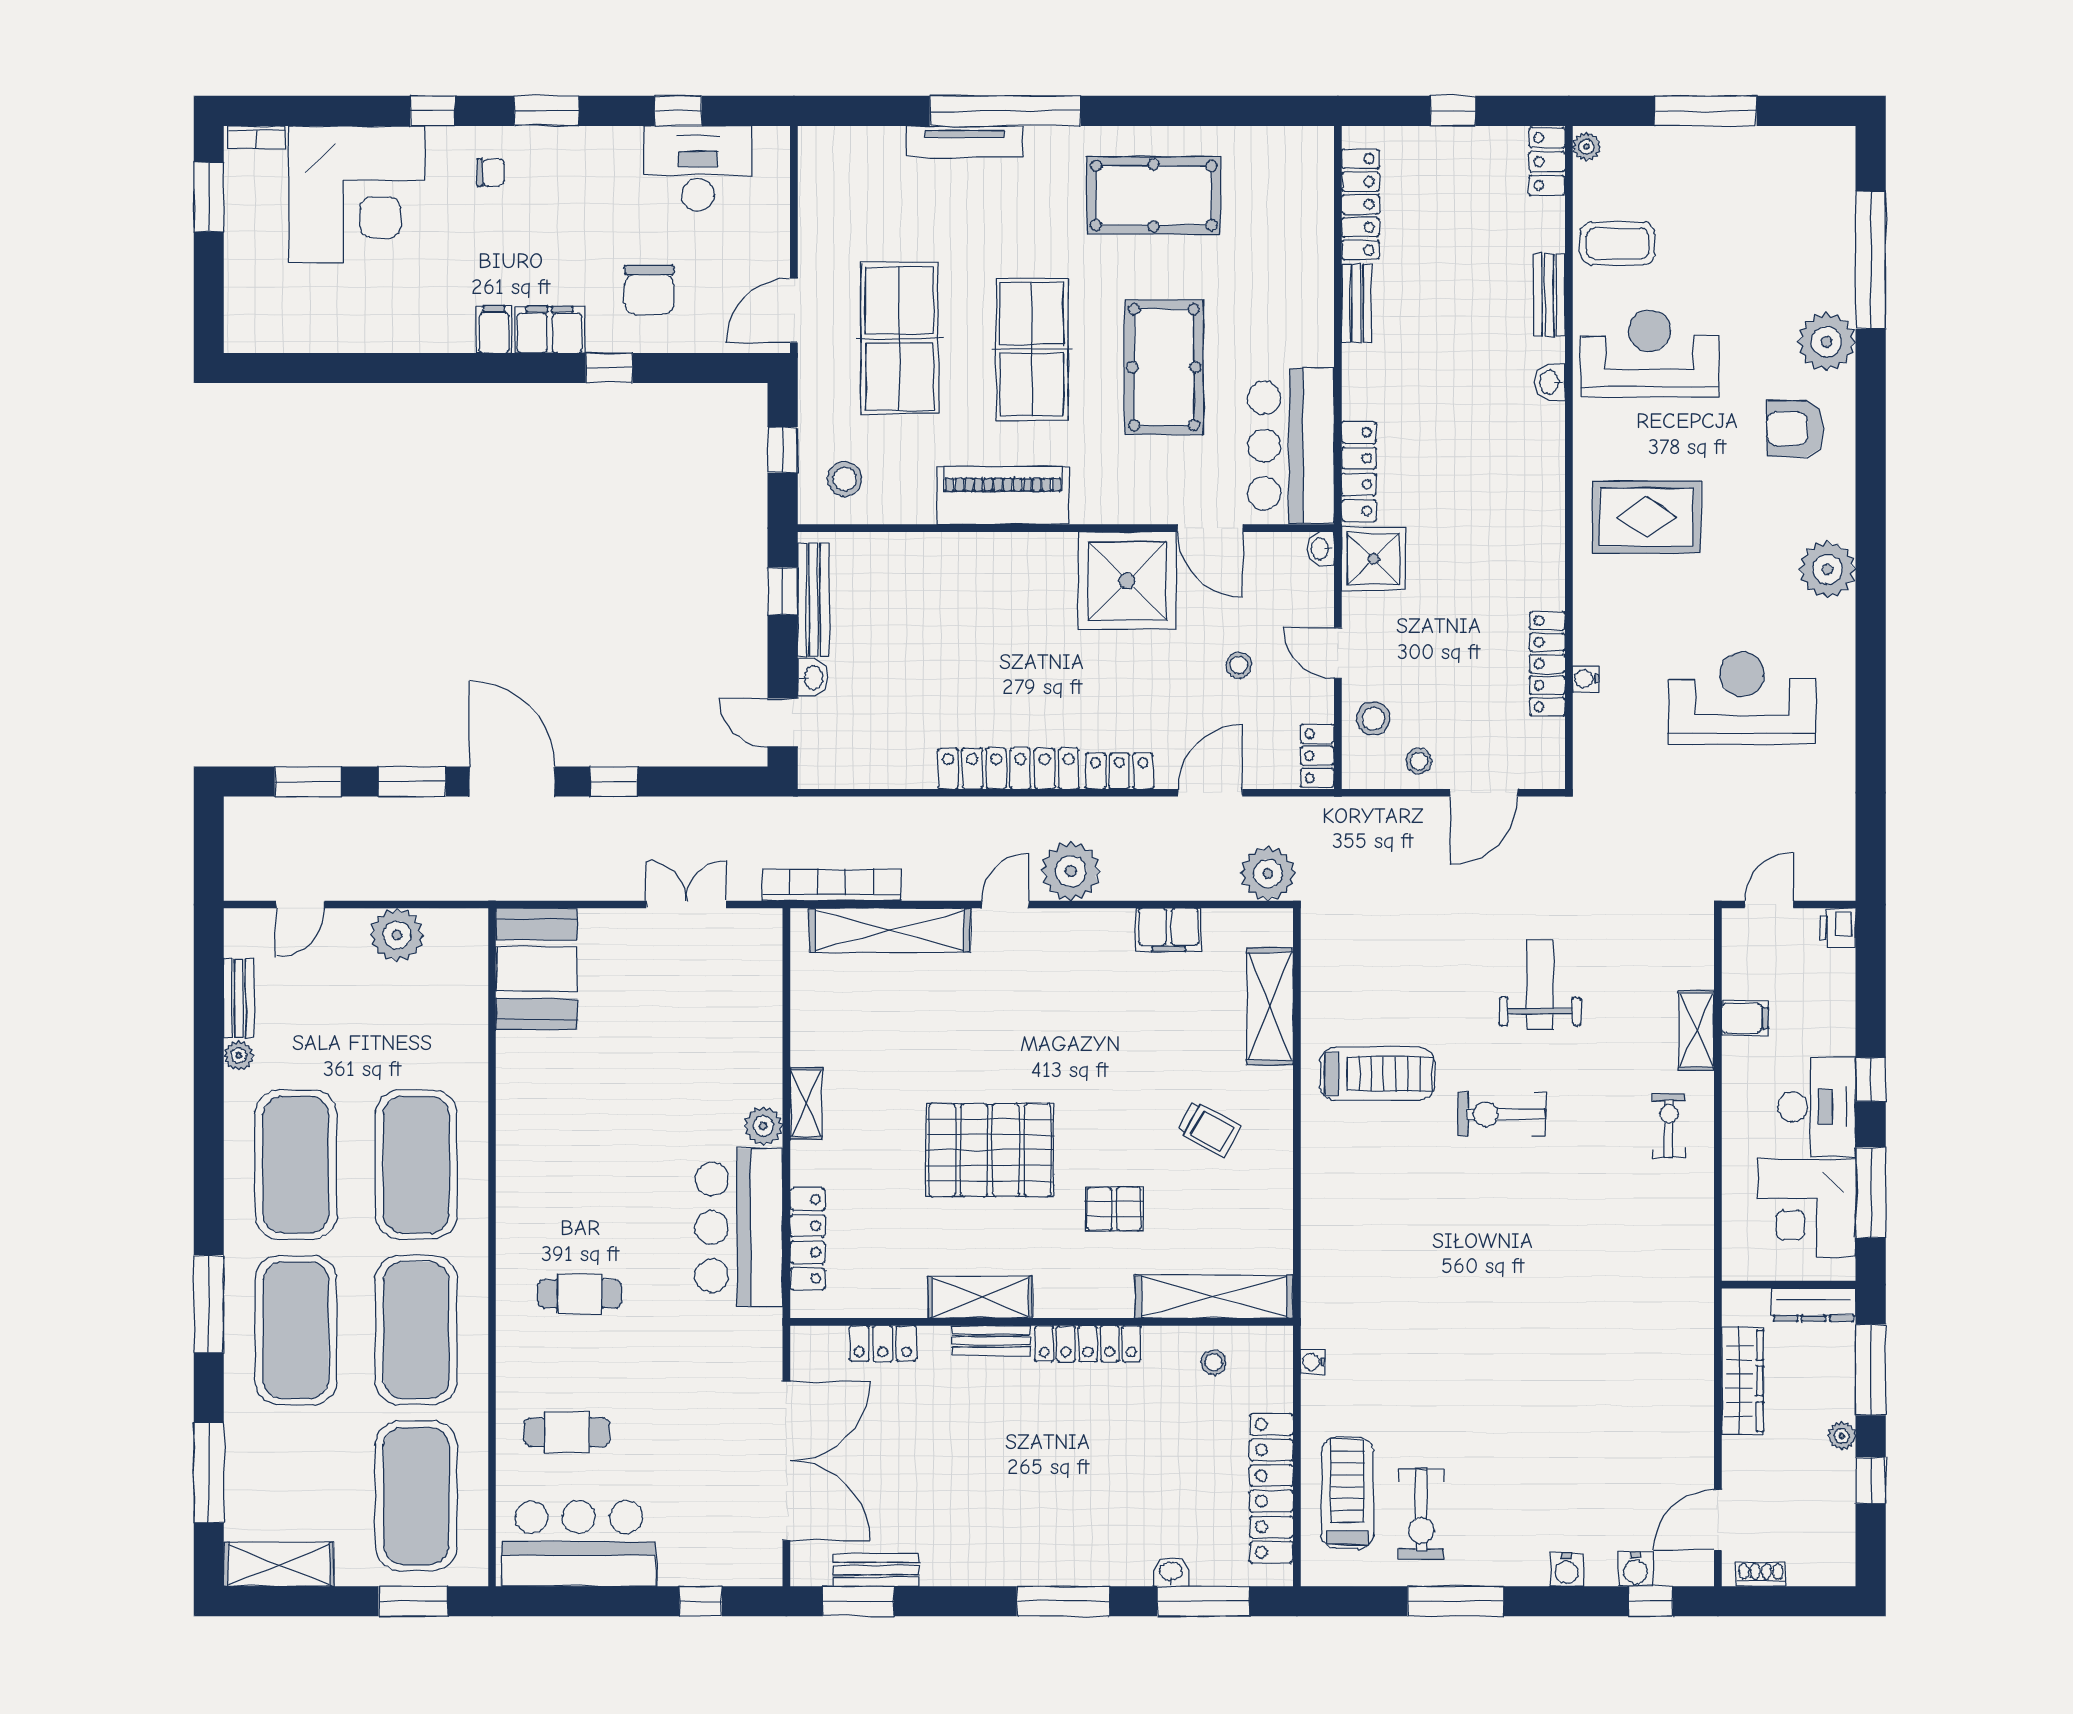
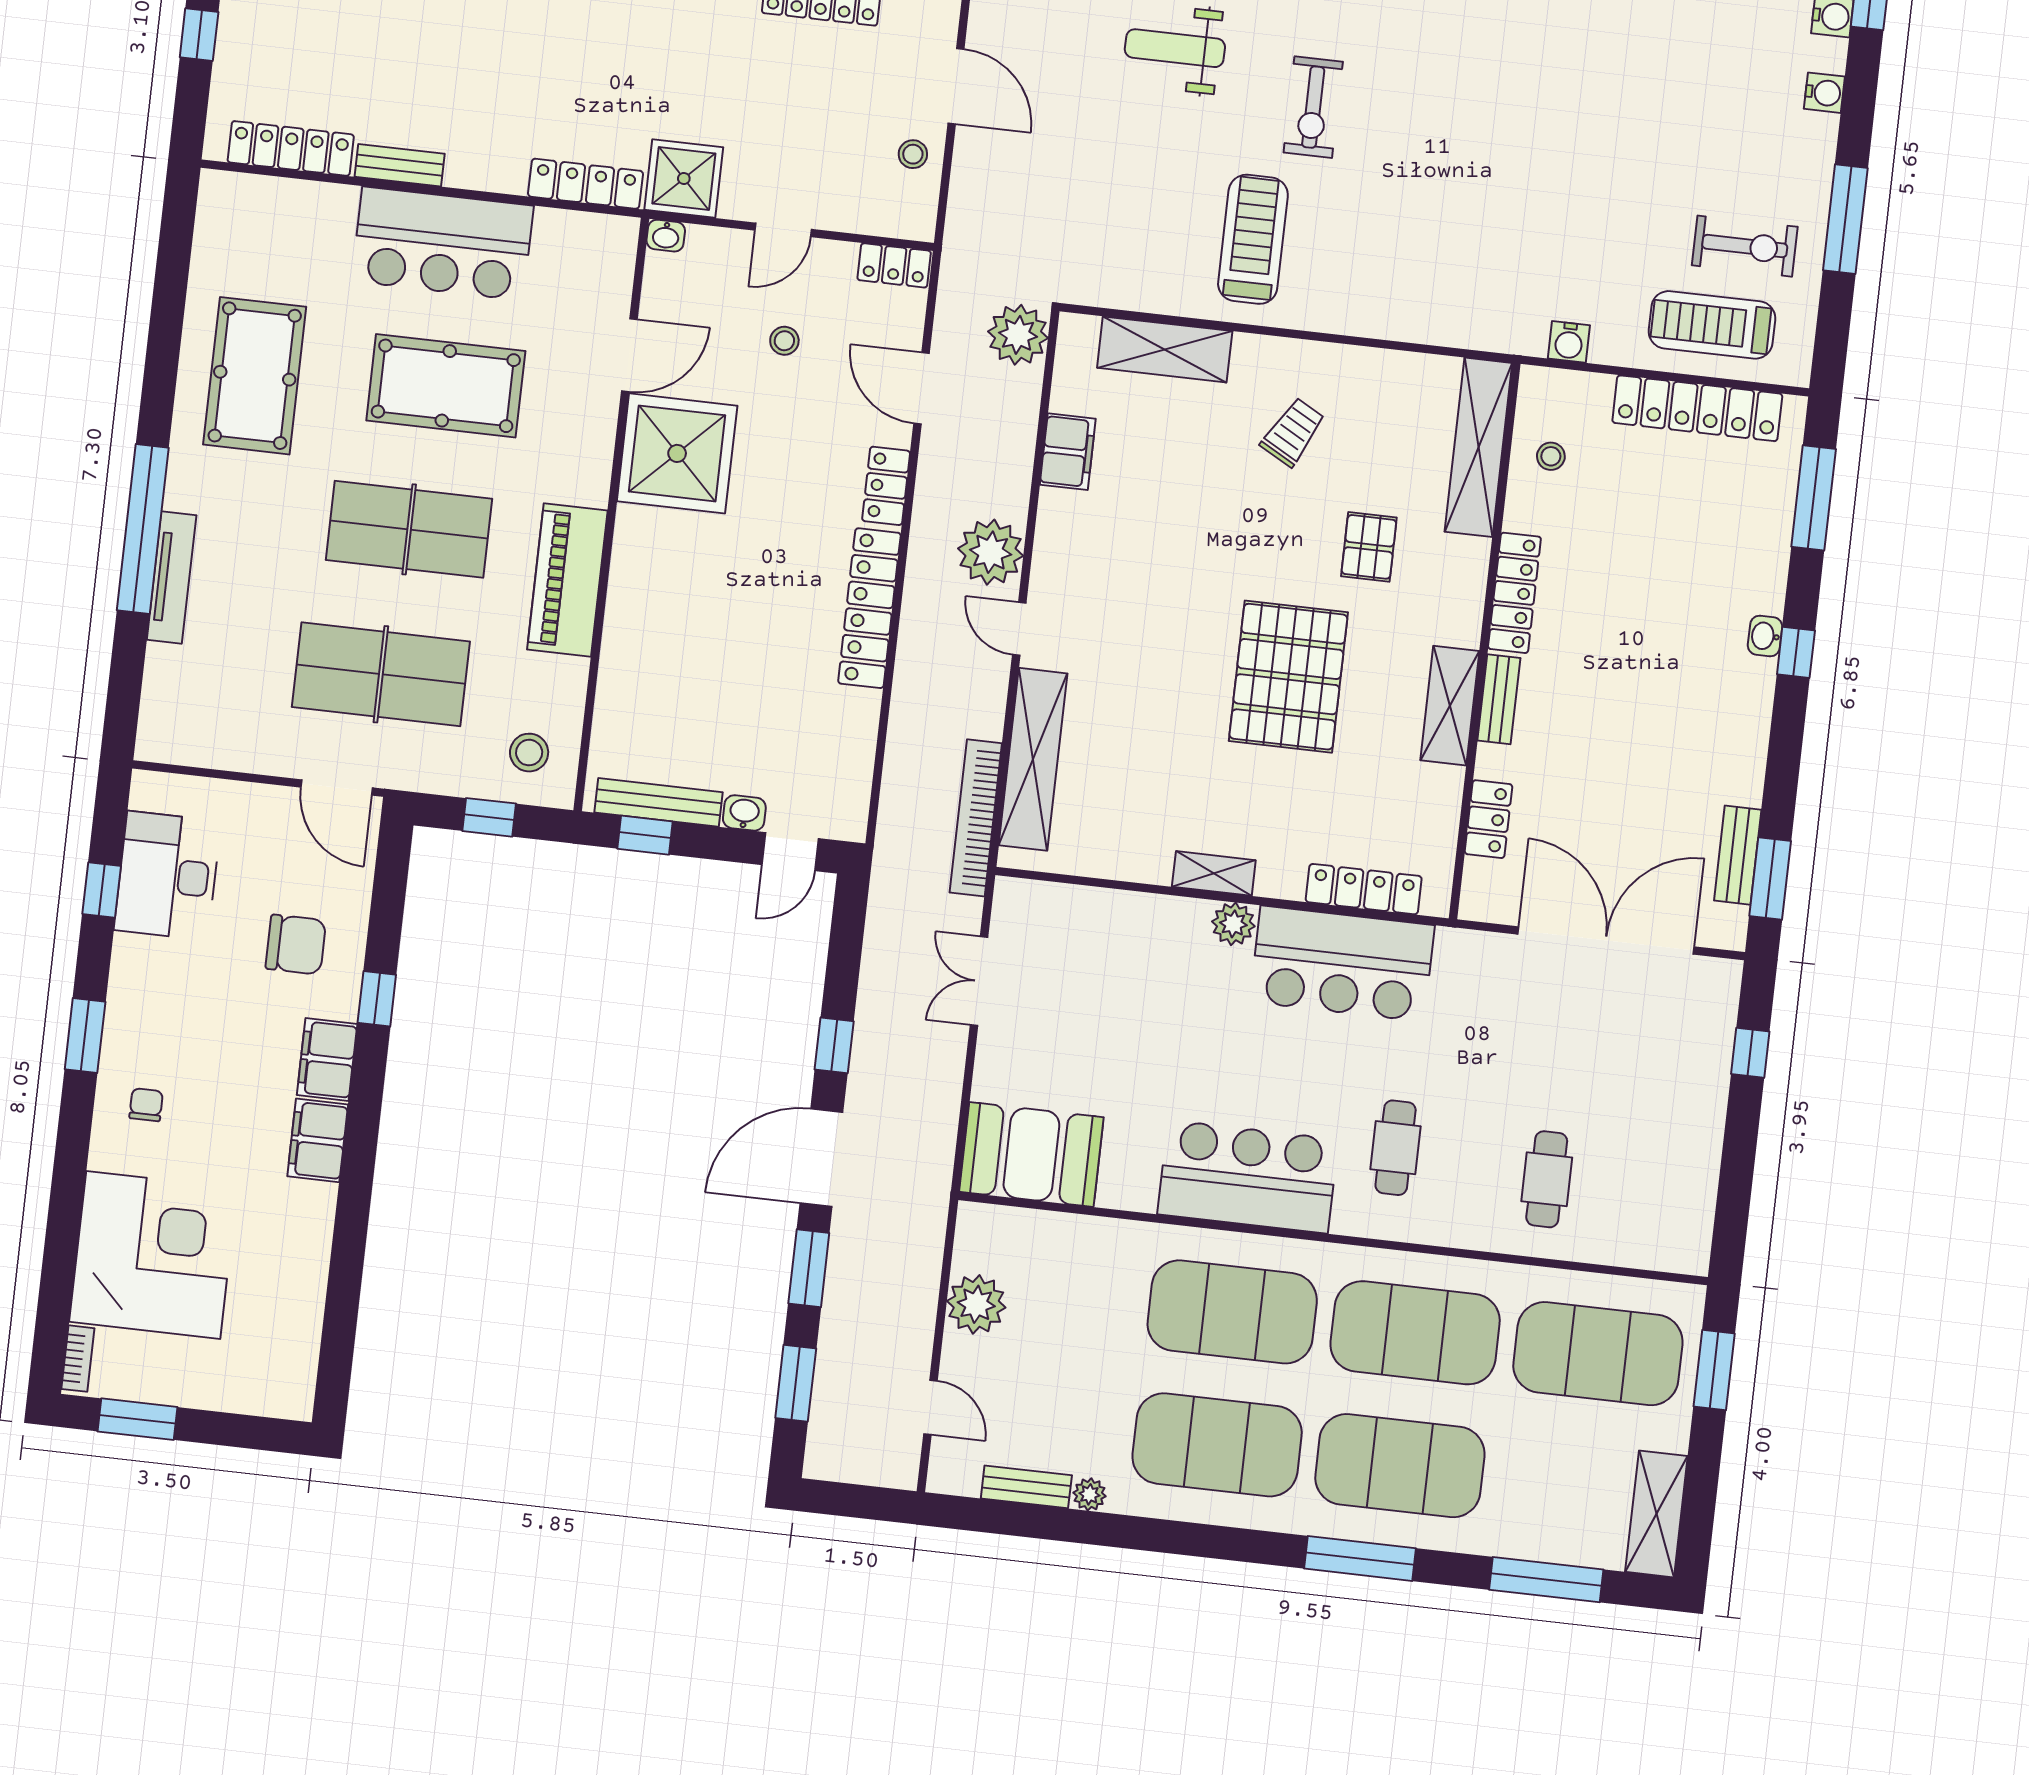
window: (433, 111) -> (71, 1161), removed
filing cabinet: (494, 330) -> (318, 1140), width x2.00
bar counter: (1291, 446) -> (443, 243), moved
stool: (1373, 719) -> (860, 199), removed
water cooler: (1313, 1362) -> (1569, 342), width x1.38, depth x1.38
bar counter: (579, 1544) -> (1248, 1177), moved, turned 90
washbasin: (1171, 1572) -> (1765, 636), moved
window: (1063, 1601) -> (1796, 652), width x0.46

